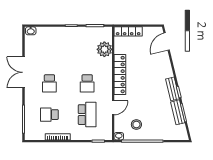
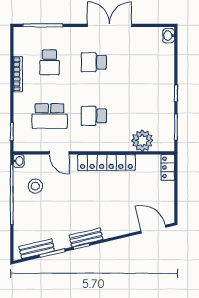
locker: (128, 31) -> (168, 167), width x0.66
bench: (178, 112) -> (37, 249), moved
school desk: (49, 115) -> (49, 62), turned 180

